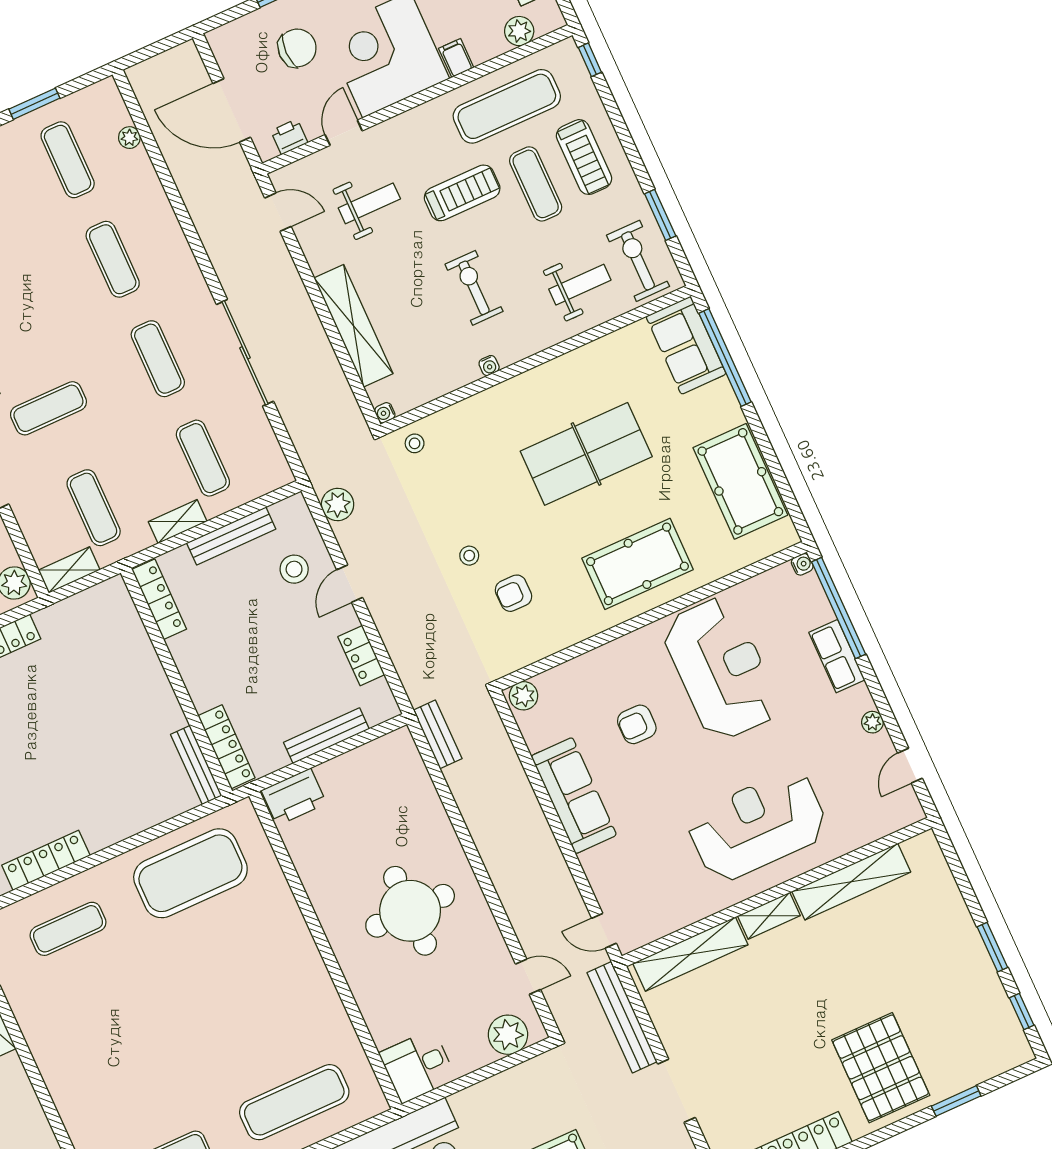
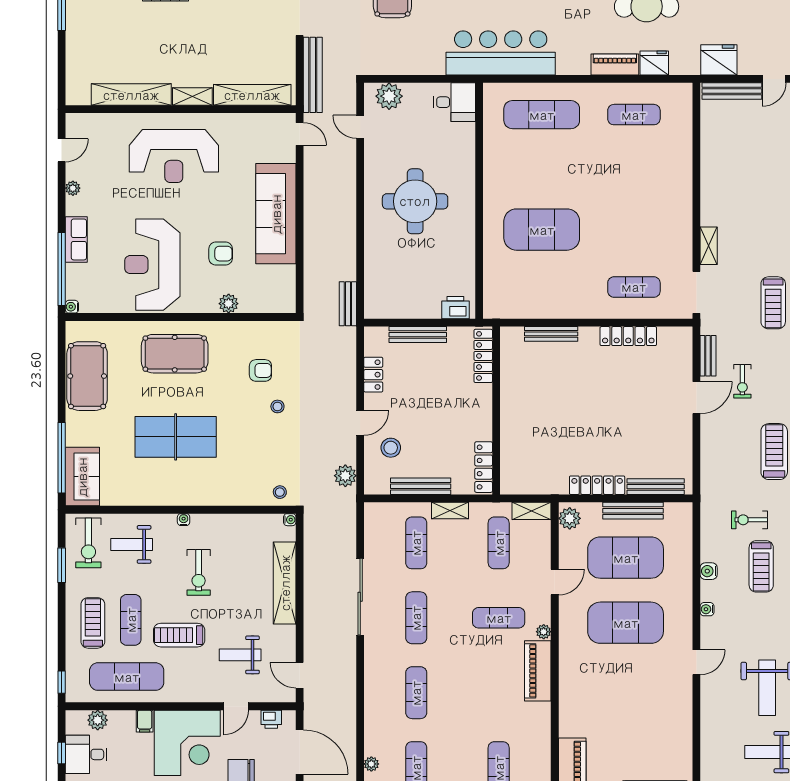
water cooler: (489, 366) -> (184, 520), moved
plant: (524, 696) -> (229, 304), moved
bench: (196, 765) -> (551, 334), moved, turned 90
sofa: (574, 796) -> (276, 214), width x1.36, depth x1.27
printer: (294, 797) -> (455, 308), width x0.73, depth x0.84
exercise mat: (190, 873) -> (542, 230), moved

